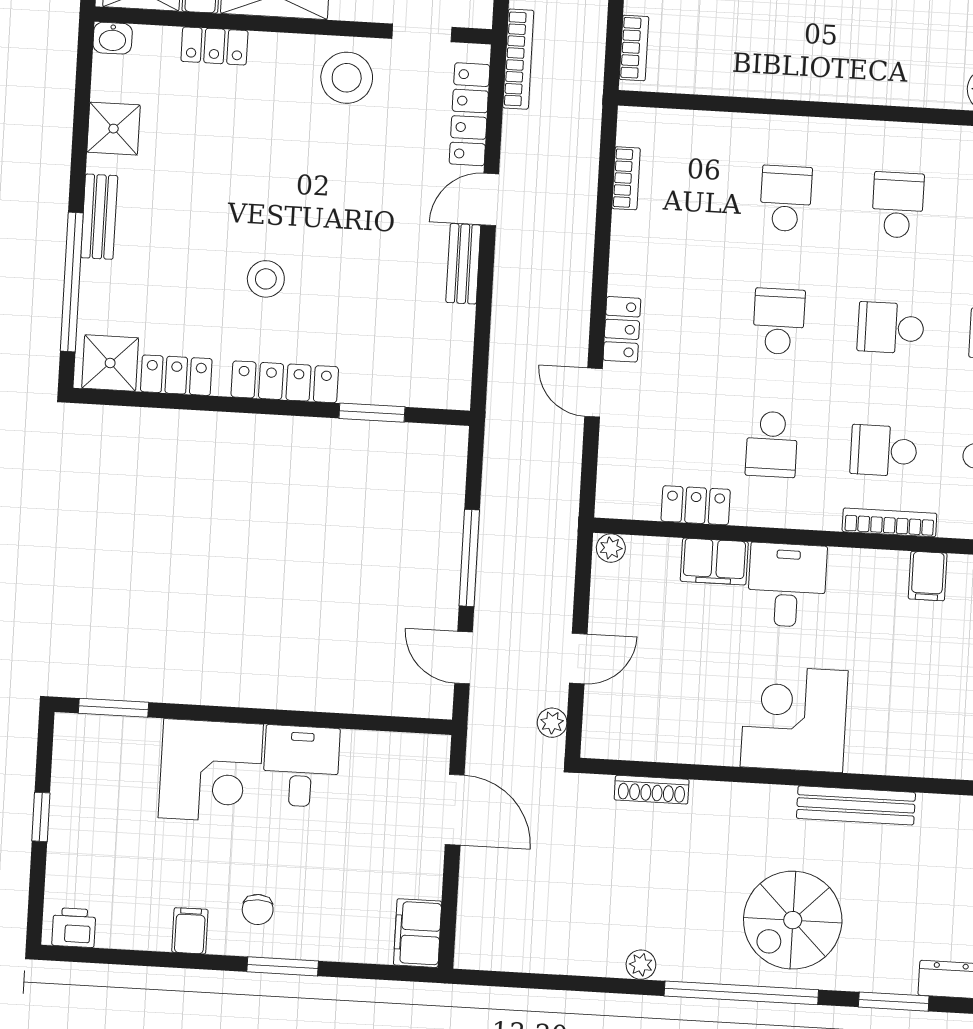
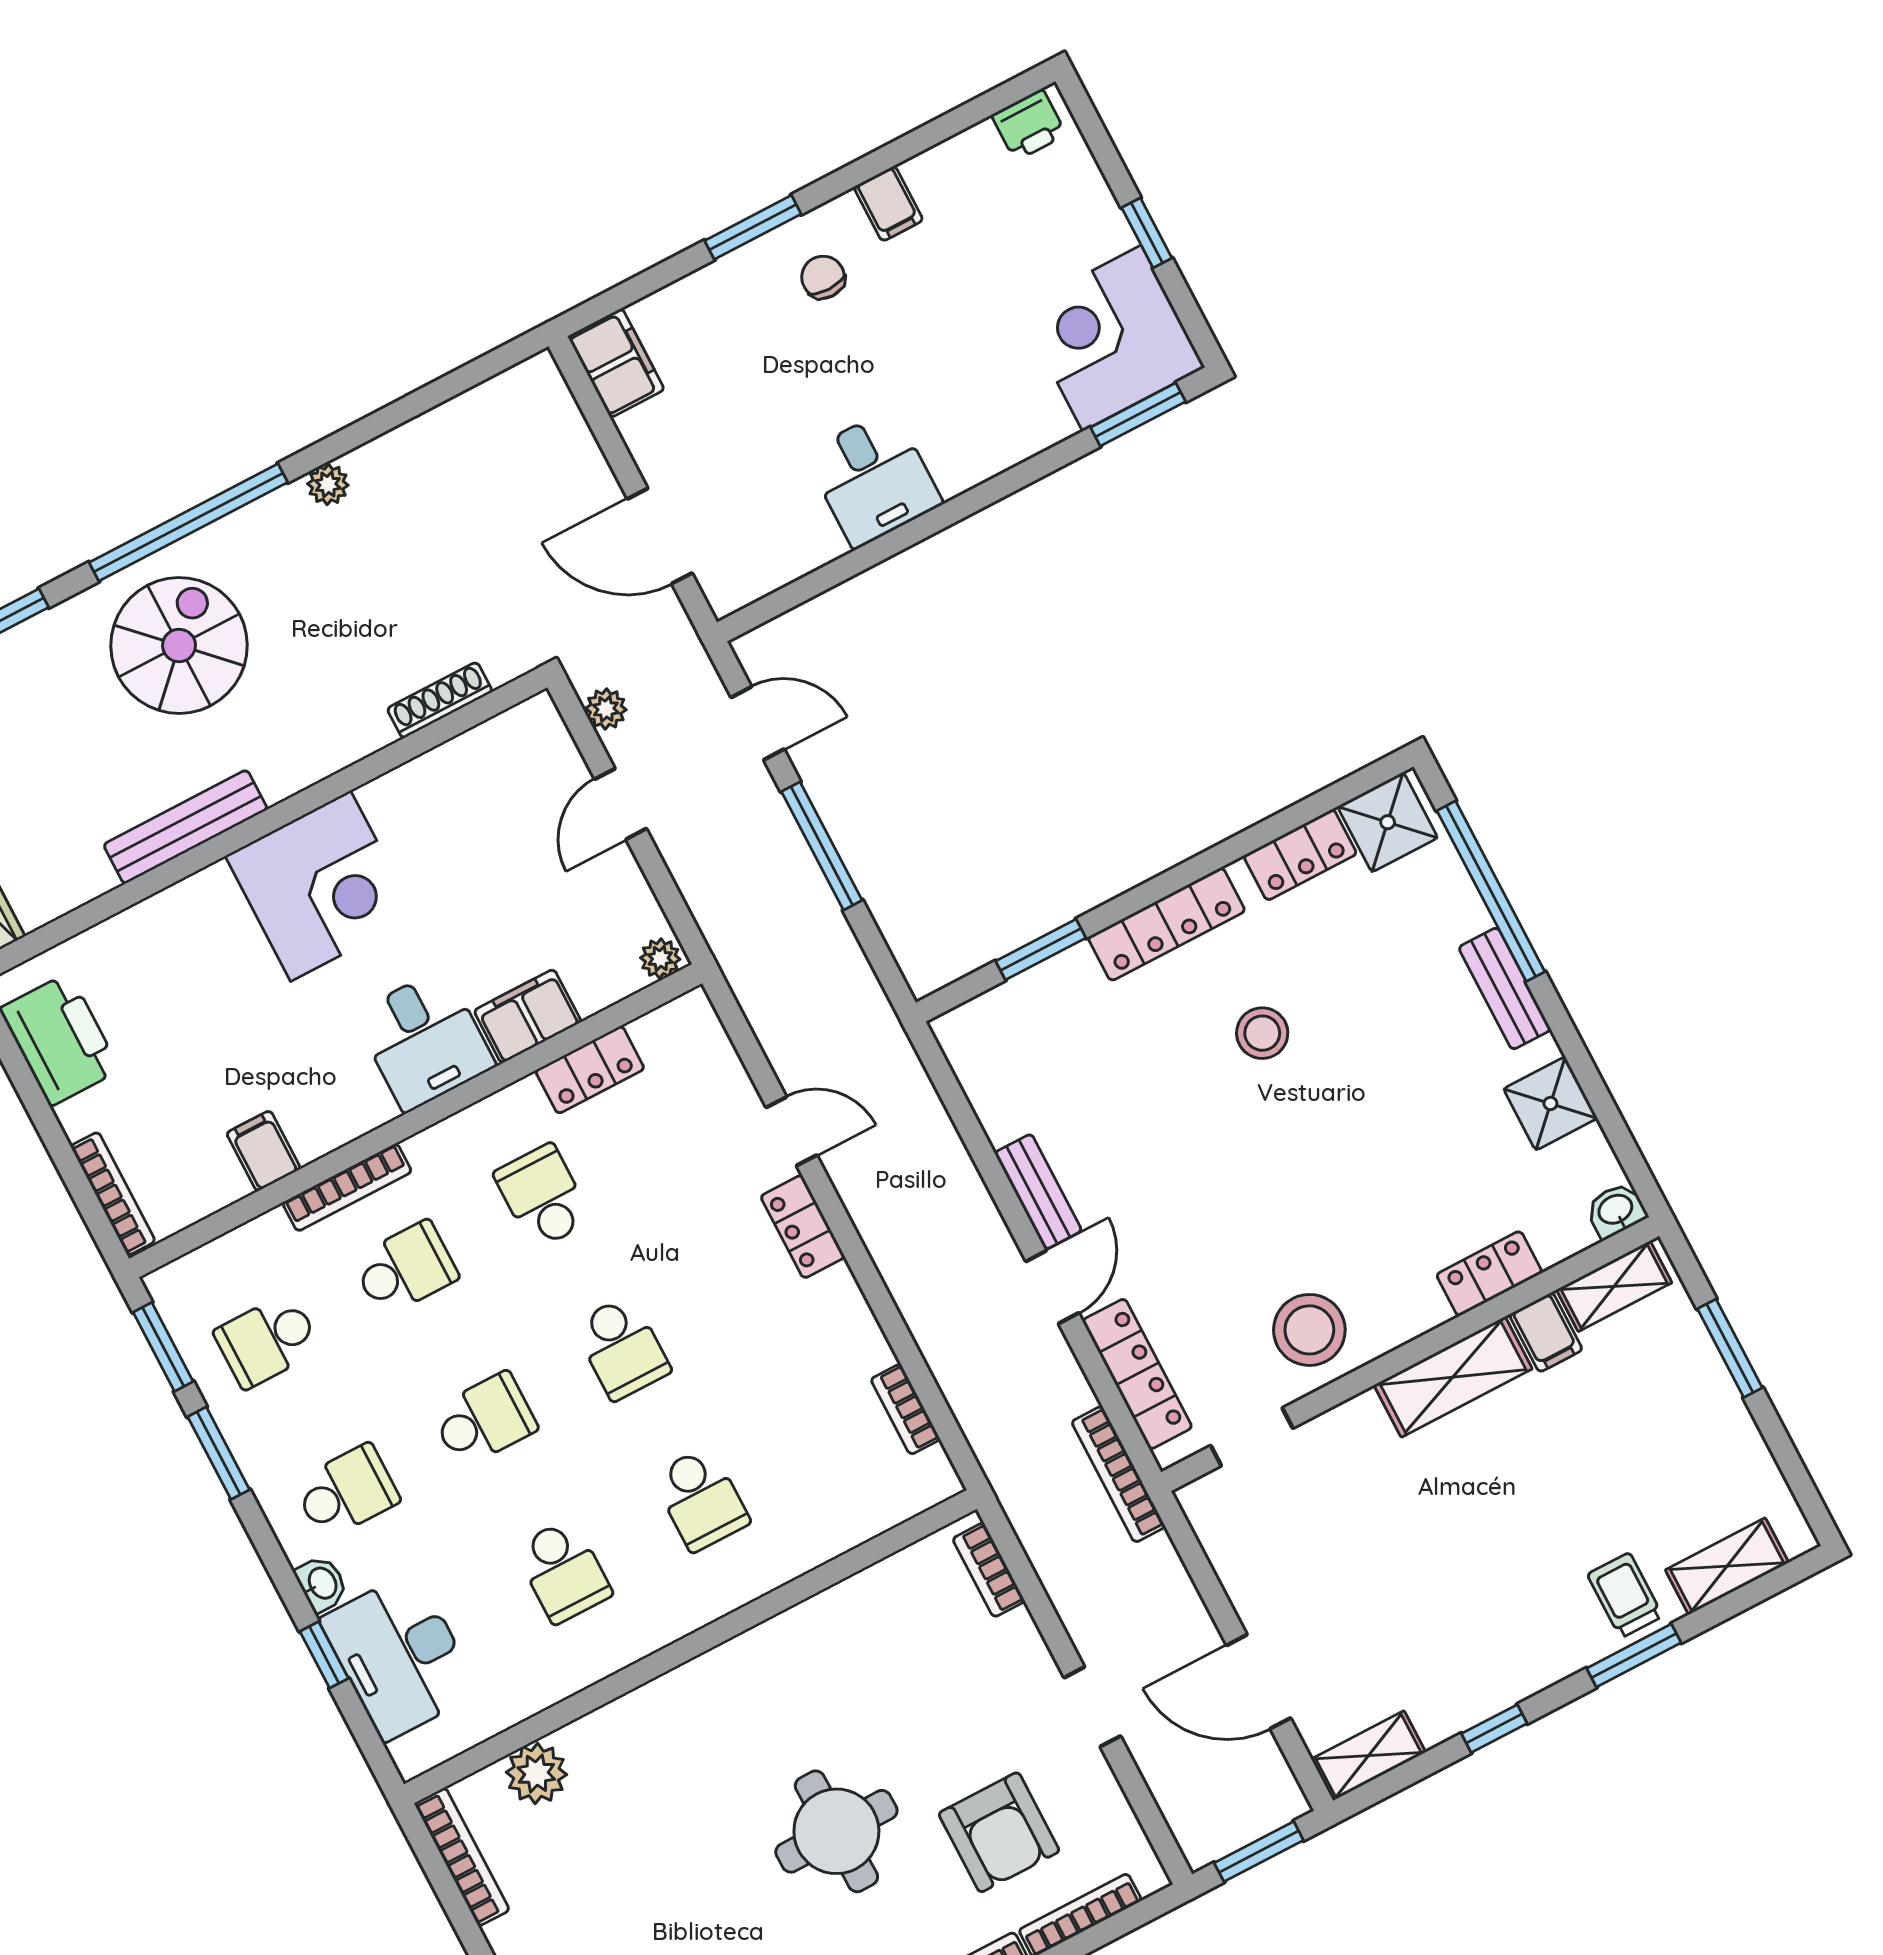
corner desk: (211, 771) -> (1112, 338), moved

